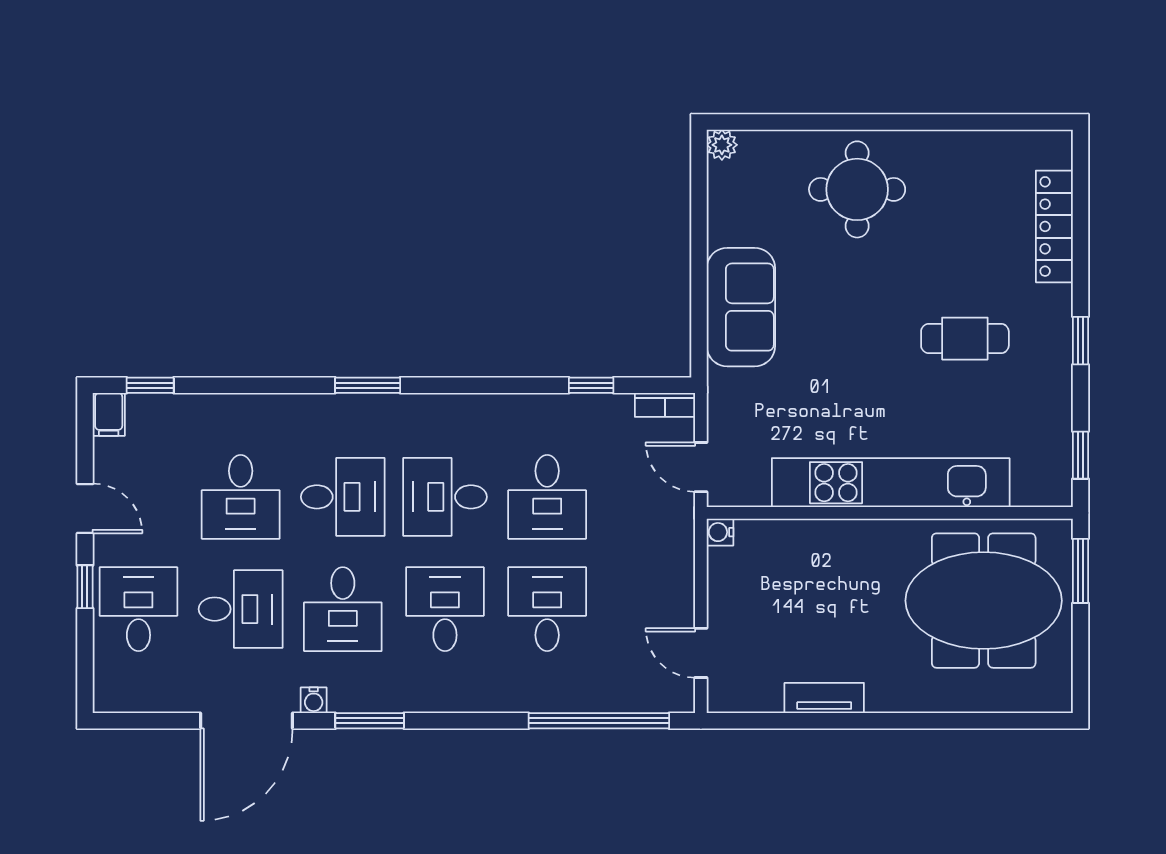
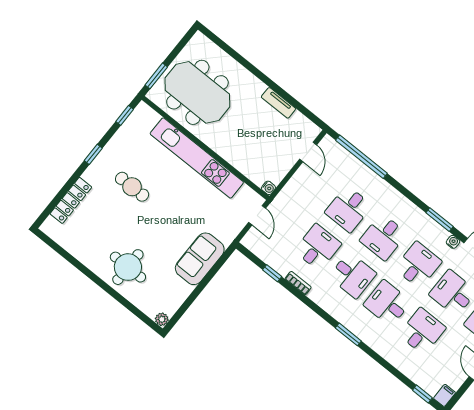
bookcase: (665, 405) -> (298, 283), moved

